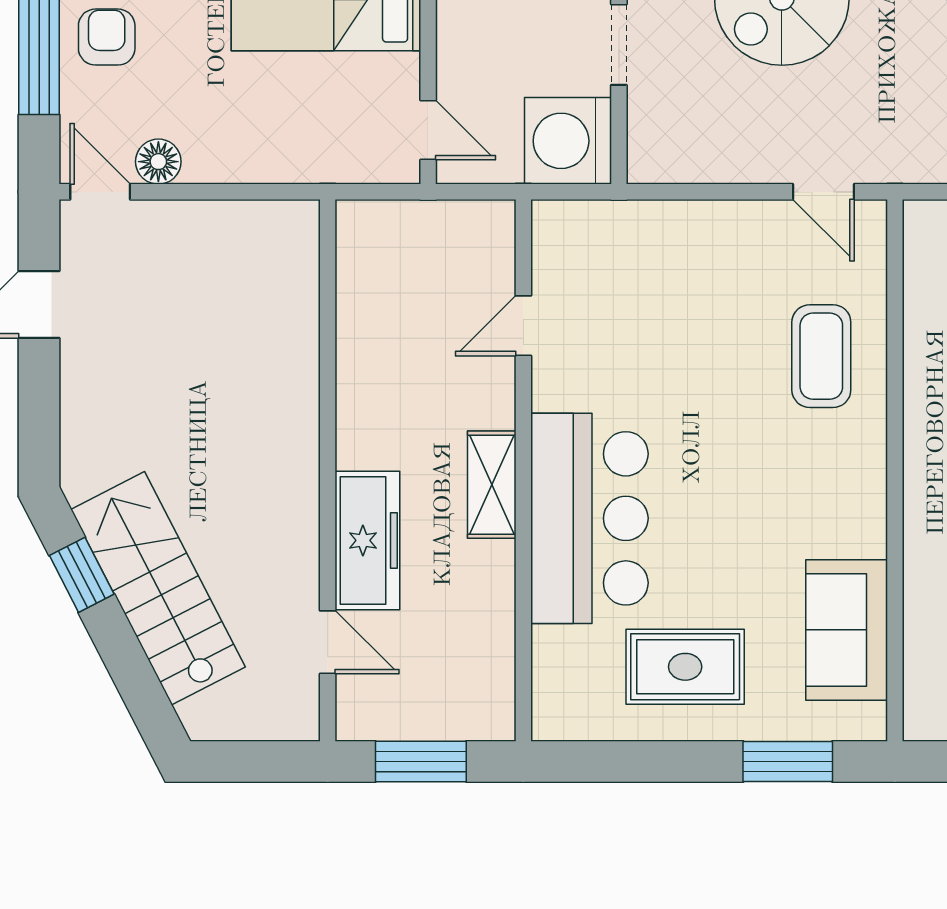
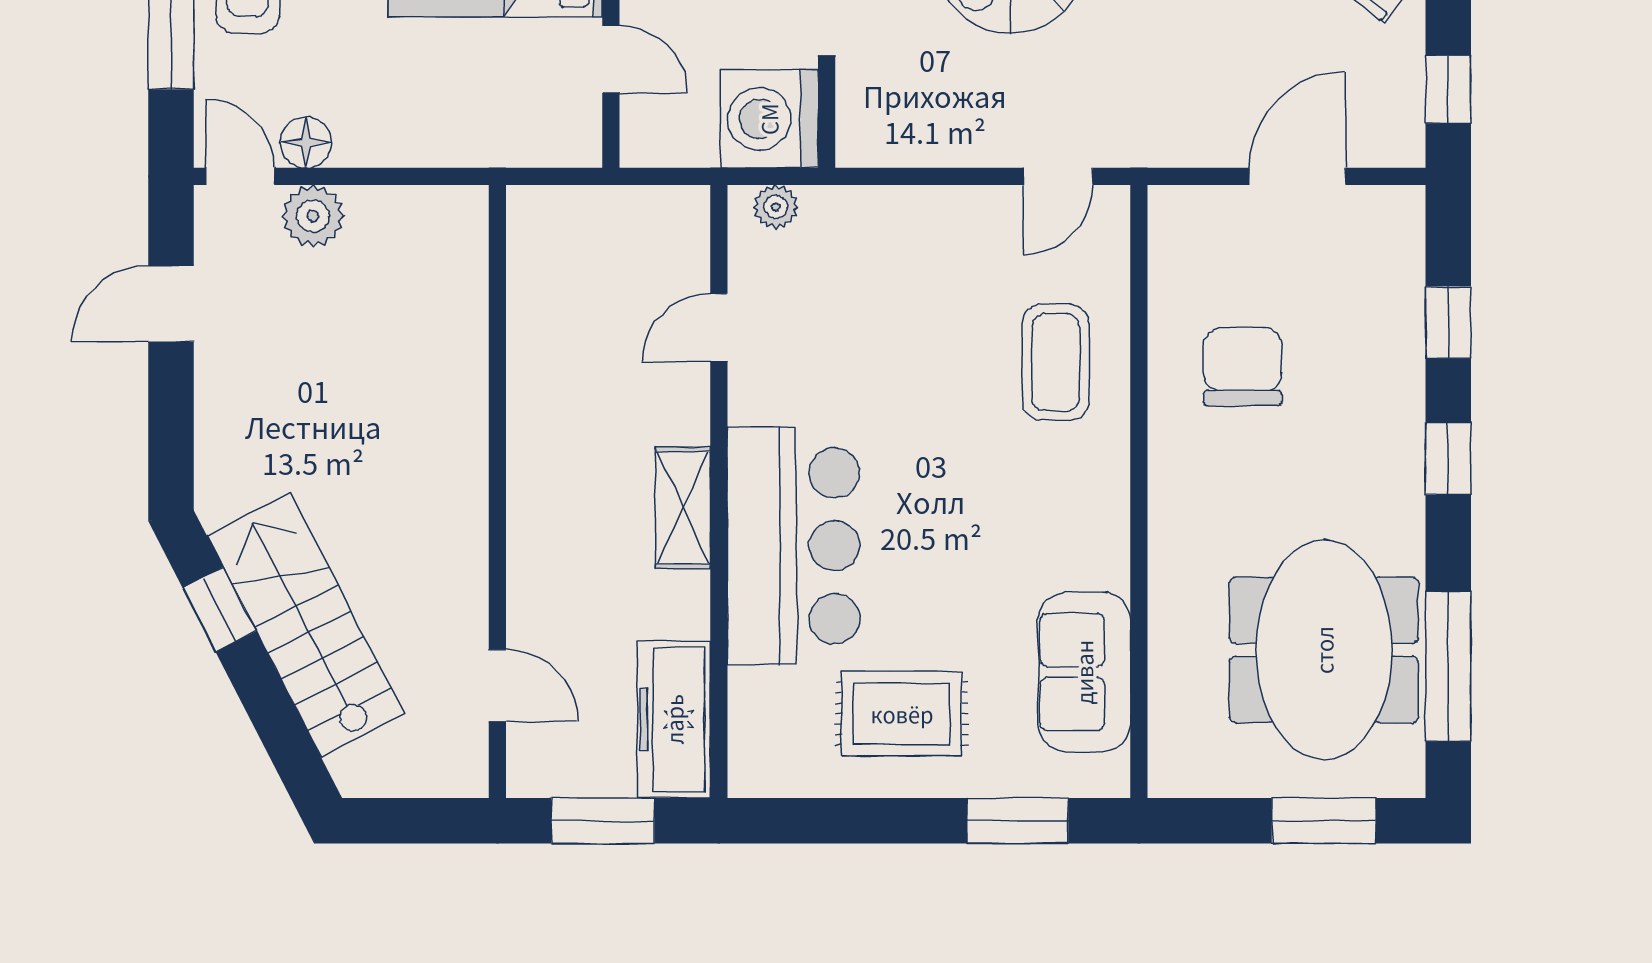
door: (428, 130) -> (611, 59), moved
door: (823, 192) -> (1058, 176), hinge flipped
plant: (574, 219) -> (776, 207), added
plant: (164, 227) -> (313, 216), added
freezer: (367, 540) -> (674, 719), moved, turned 180

